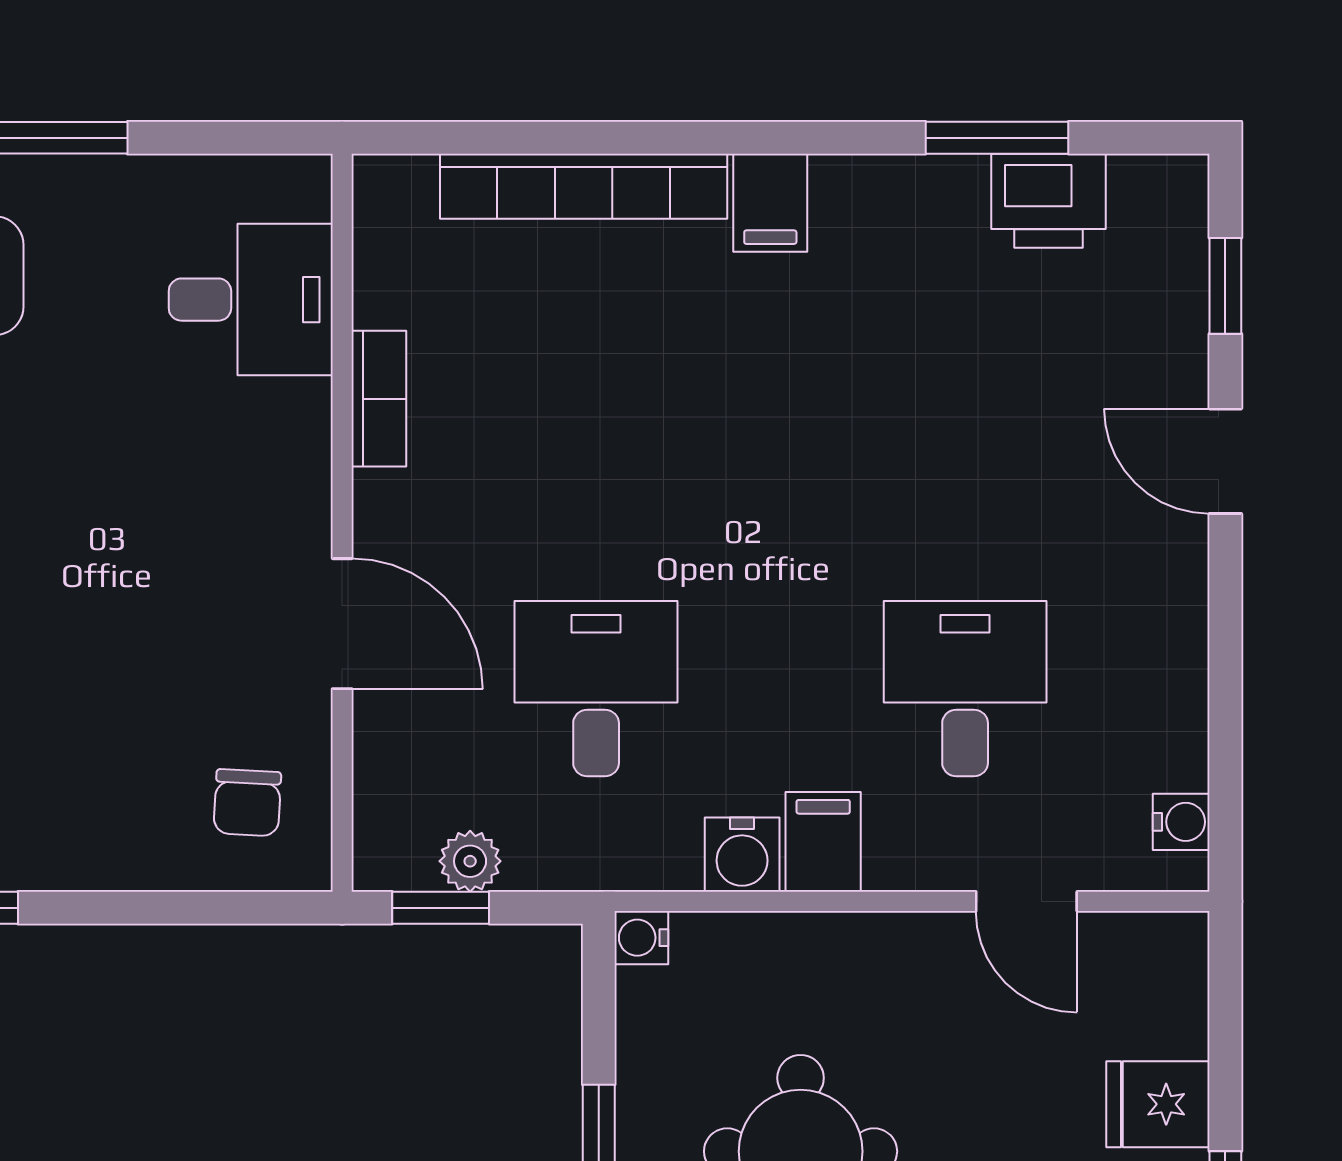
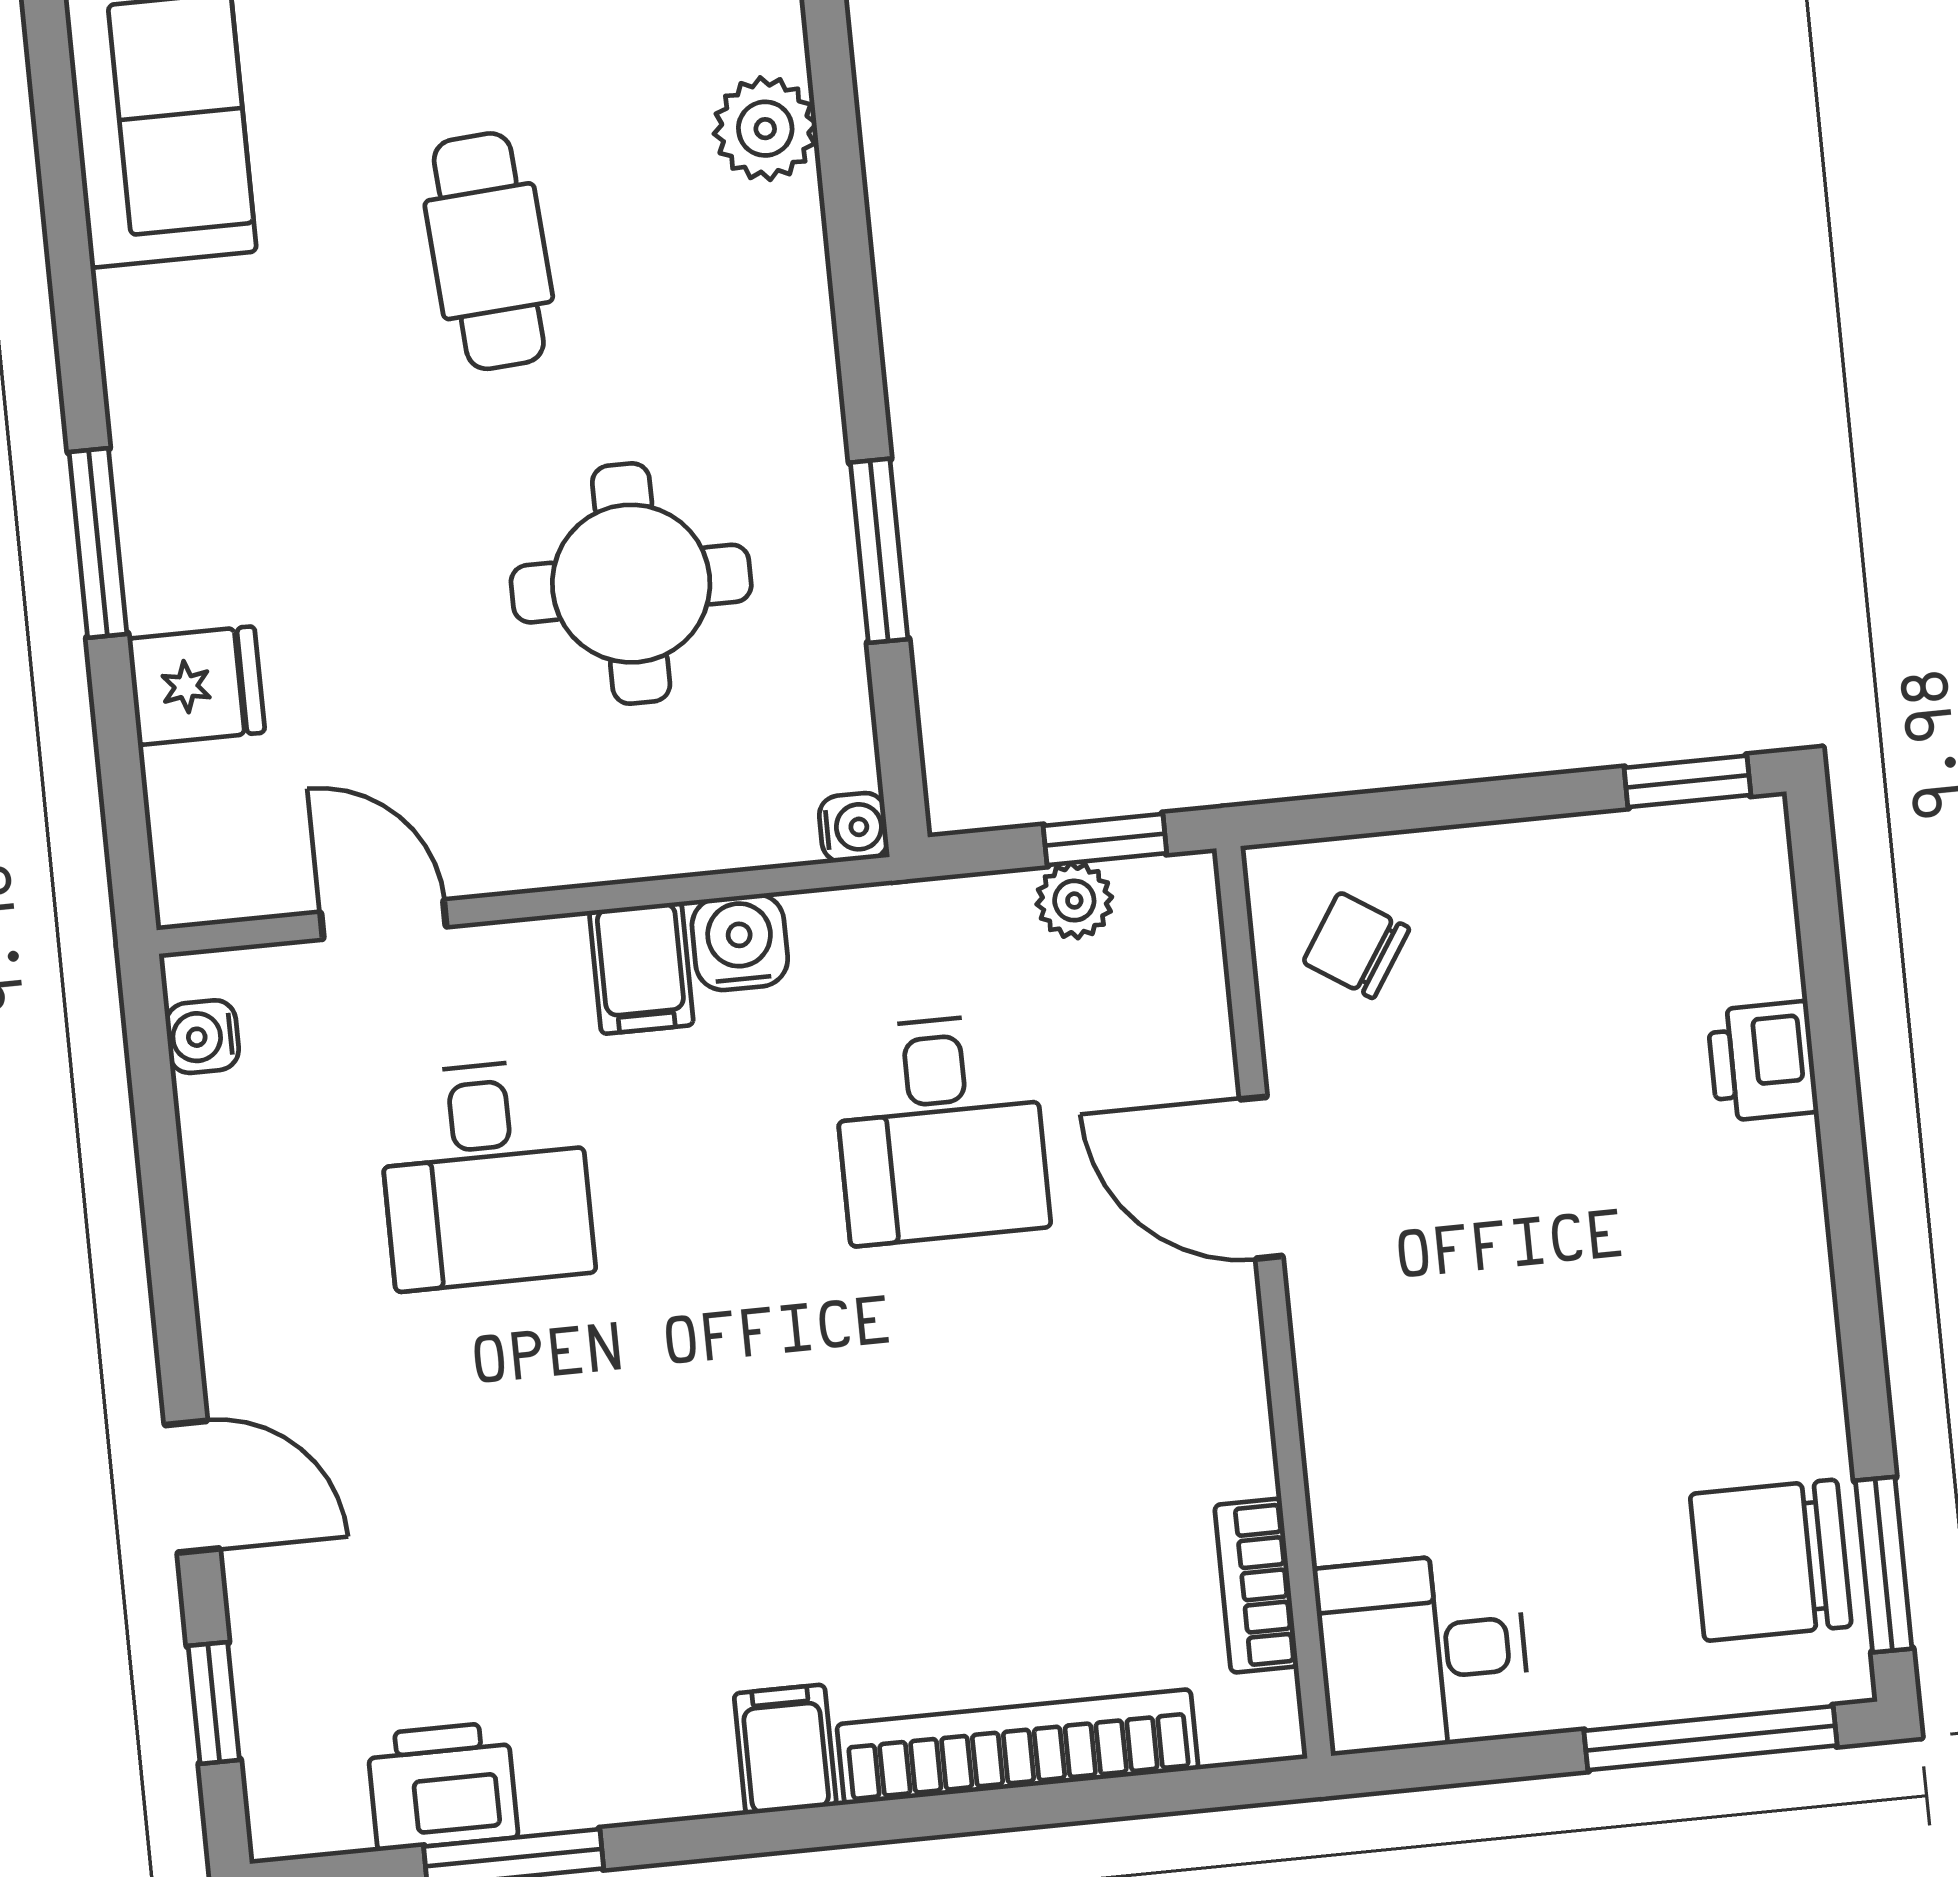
desk: (251, 300) -> (1423, 1652), moved
bookcase: (379, 399) -> (1256, 1586), moved
chair: (247, 803) -> (1356, 945), turned -60

